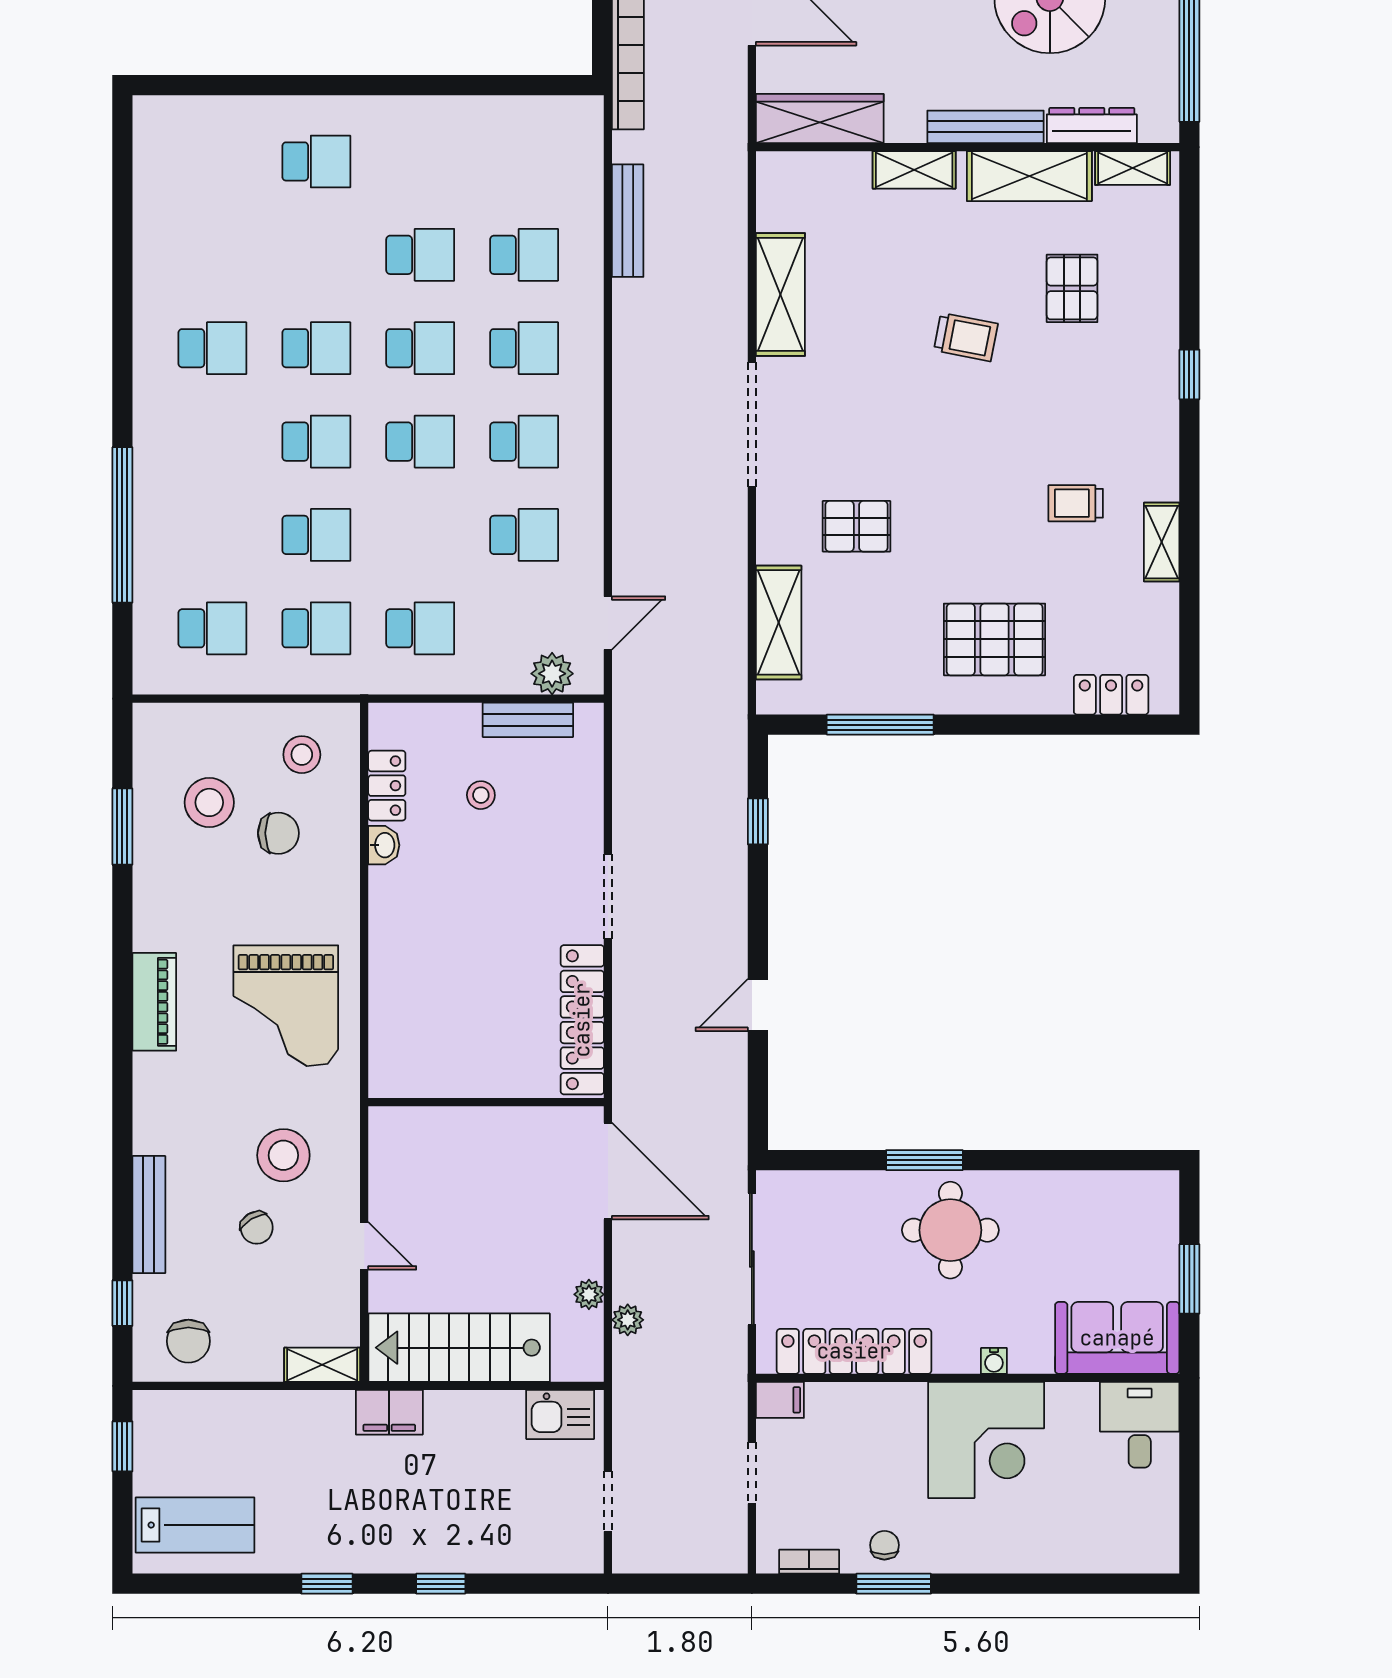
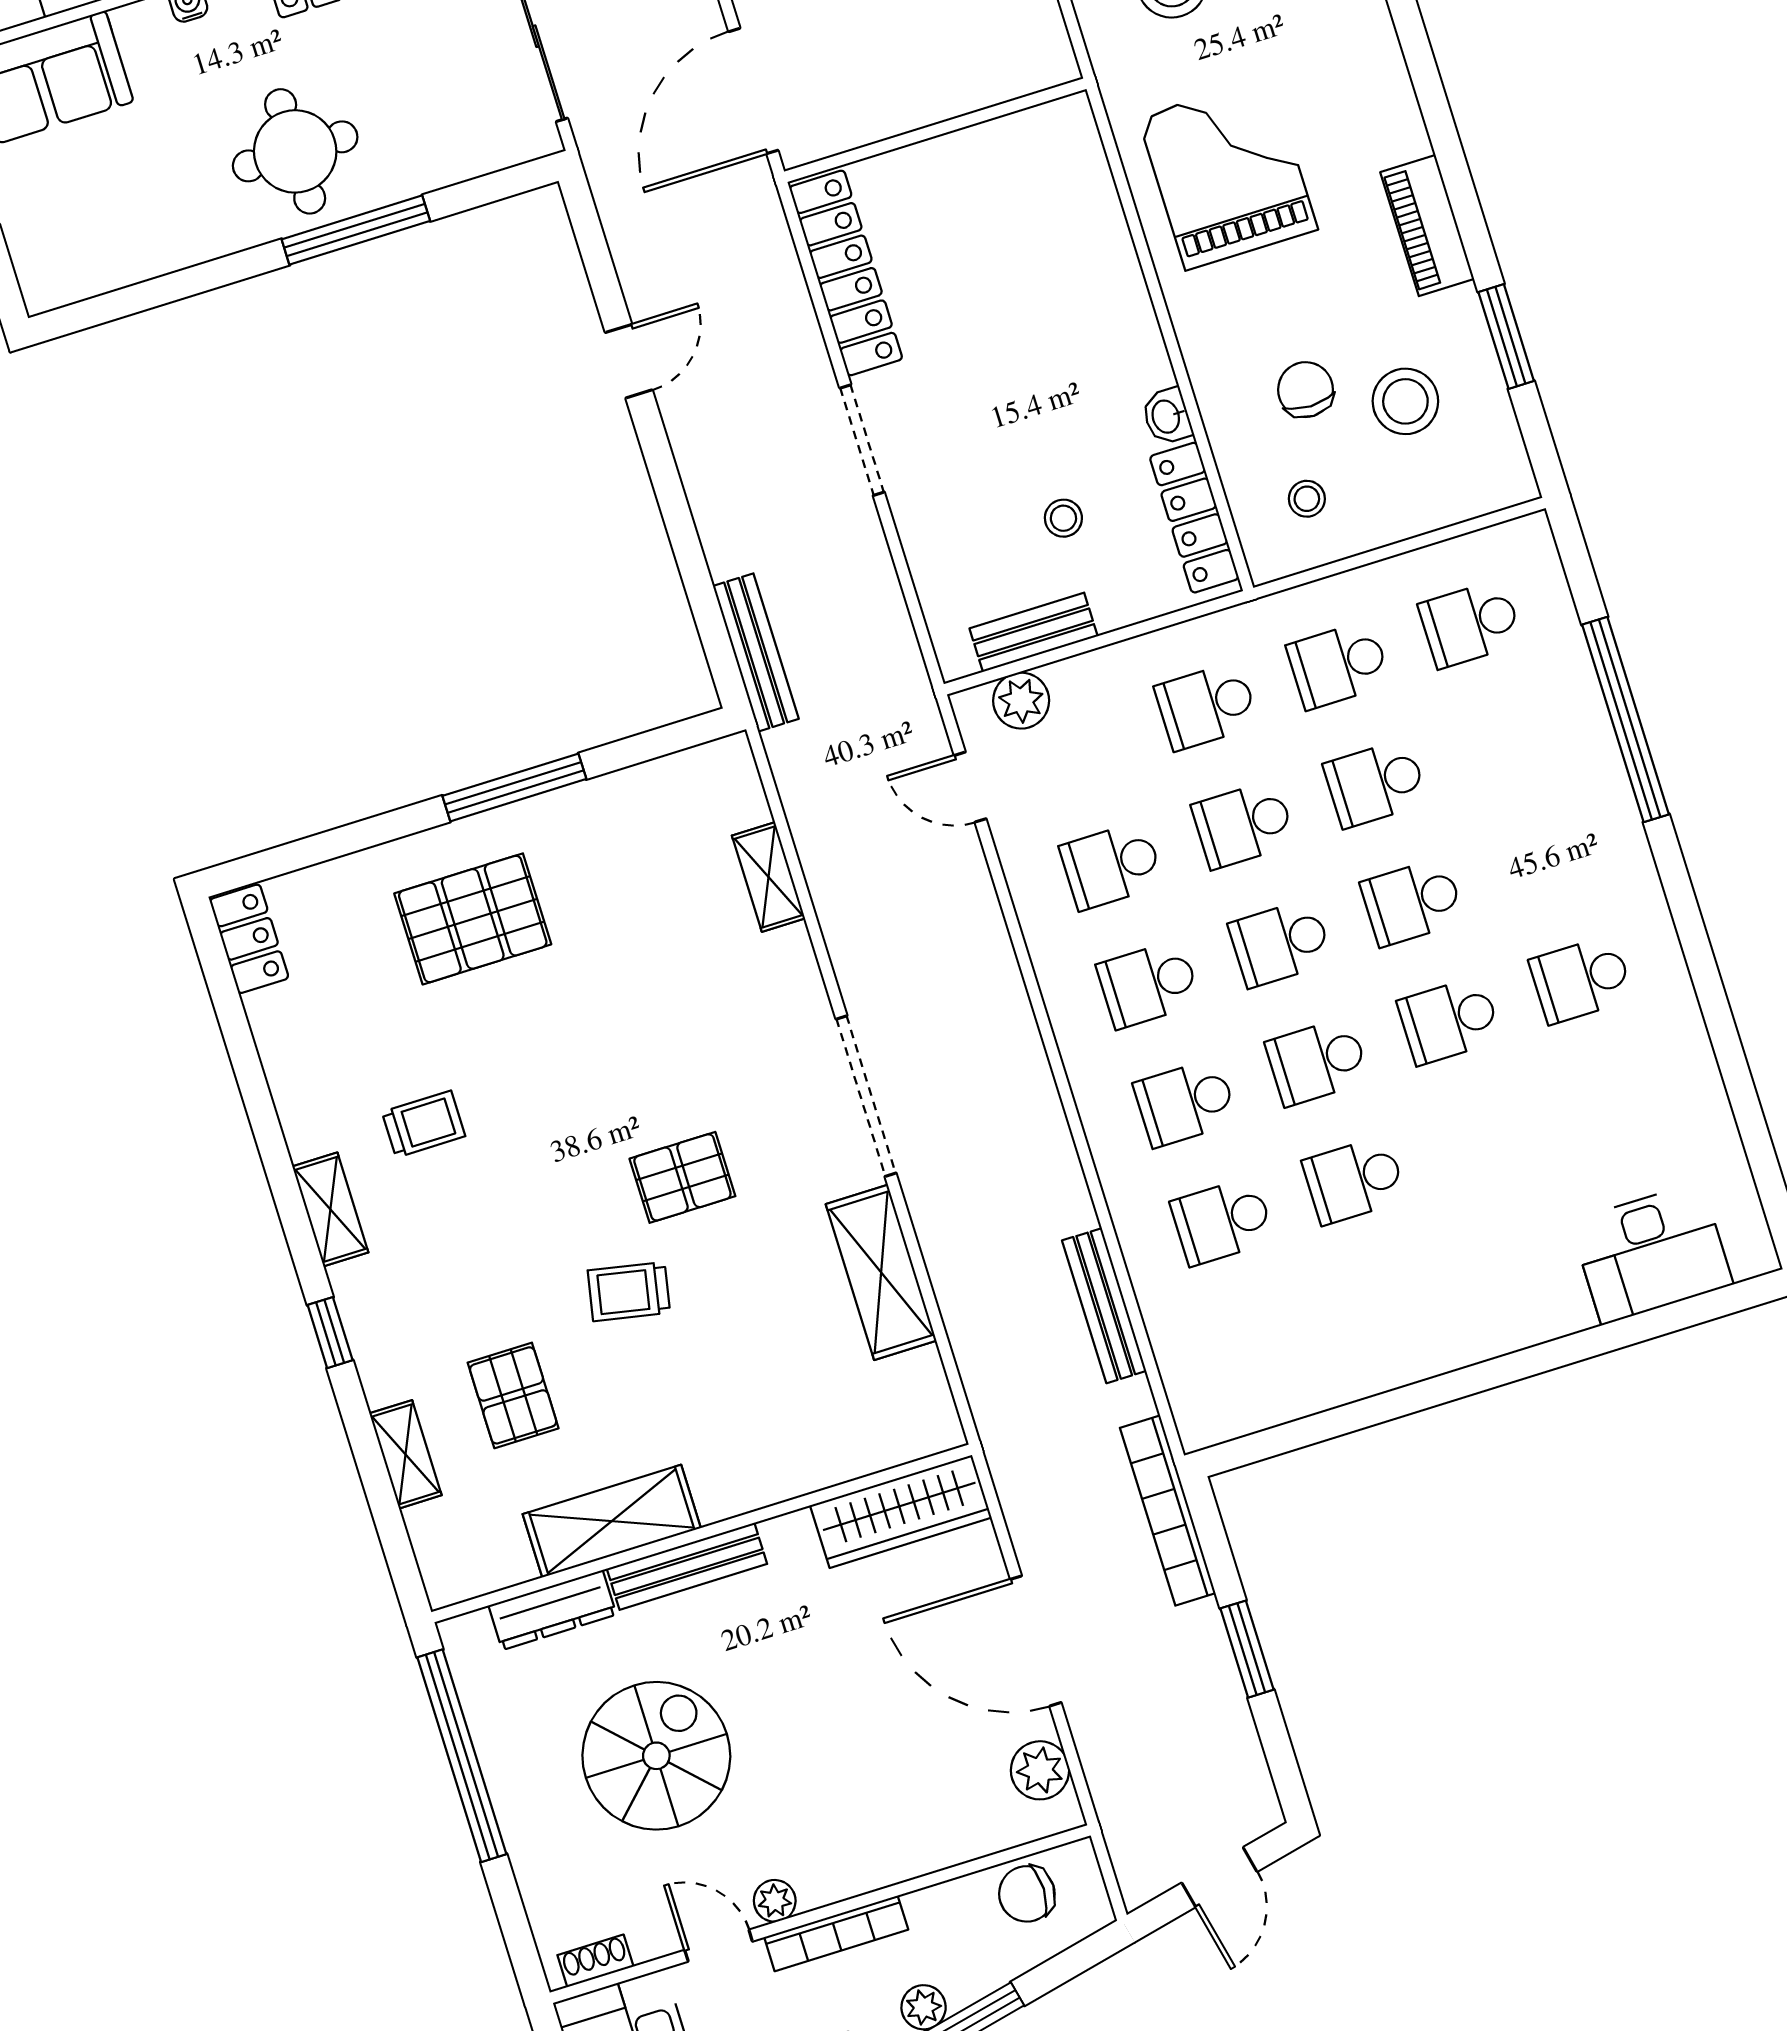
desk: (223, 136) -> (1652, 1253), added
school desk: (316, 161) -> (1243, 825), moved
shelving: (1133, 168) -> (405, 1454), moved, turned 90
shelving: (914, 170) -> (761, 1484), removed
pallet: (856, 526) -> (682, 1177), moved
shelving: (1162, 542) -> (330, 1209), moved
shelving: (779, 622) -> (768, 877), width x0.67, depth x0.75
door: (608, 623) -> (970, 787), hinge flipped
locker: (1111, 695) -> (249, 939), moved, turned -90
window: (880, 725) -> (514, 787), moved
stool: (302, 755) -> (1307, 499), width x0.73, depth x0.73
bench: (732, 767) -> (756, 652), added
locker: (387, 786) -> (1194, 518), width x1.53
window: (758, 821) -> (701, 594), removed
chair: (278, 833) -> (1306, 390), turned 90
piano: (154, 1002) -> (1427, 226), moved
window: (924, 1160) -> (356, 230), width x1.44
door: (608, 1171) -> (753, 91), hinge flipped

